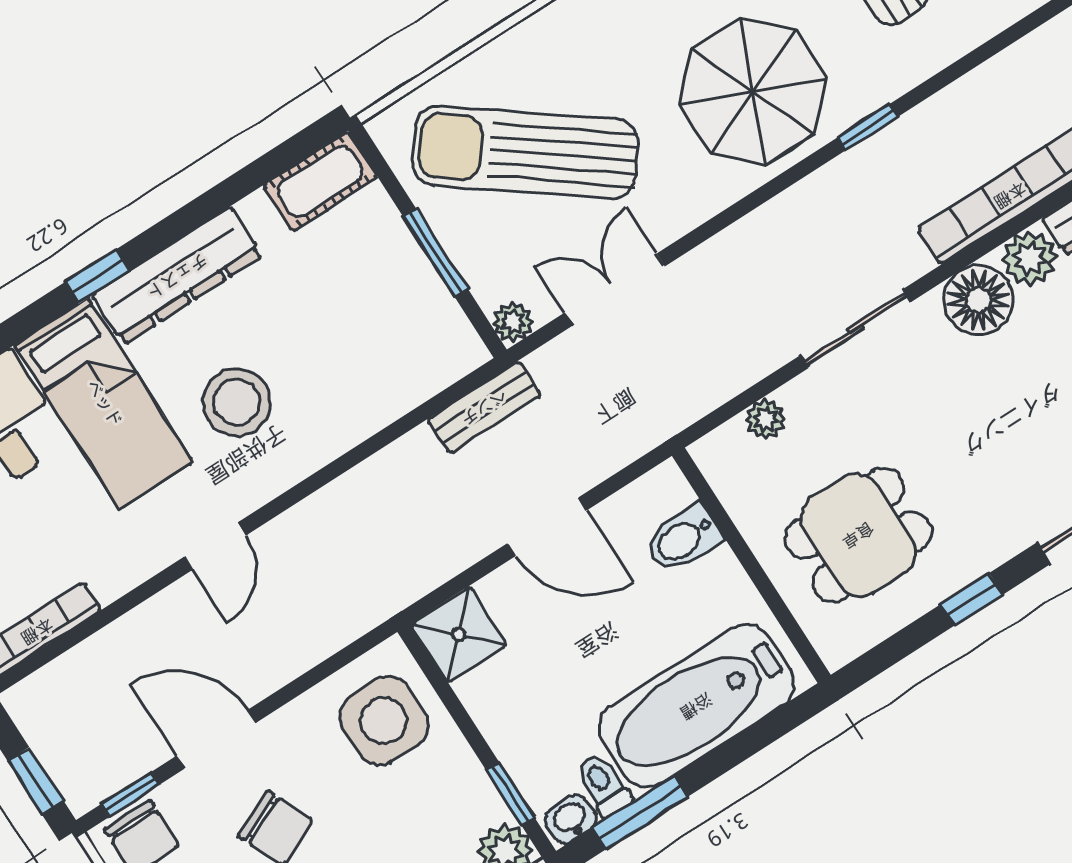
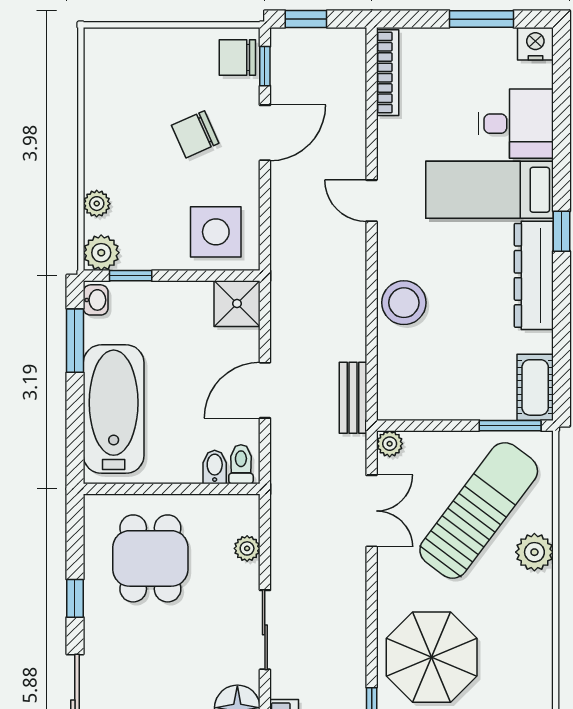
plant: (533, 46) -> (534, 552), added
window: (435, 253) -> (510, 426), moved
stool: (237, 402) -> (404, 303), moved
bidet: (683, 539) -> (215, 467), width x0.72, depth x0.74
toilet: (603, 785) -> (241, 464), moved, turned -90

